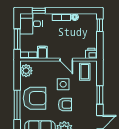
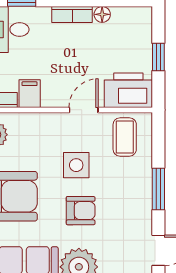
window: (100, 25) -> (158, 57), moved
printer: (91, 53) -> (128, 90), width x1.87, depth x1.48
door: (66, 60) -> (84, 110), swing flipped

